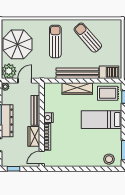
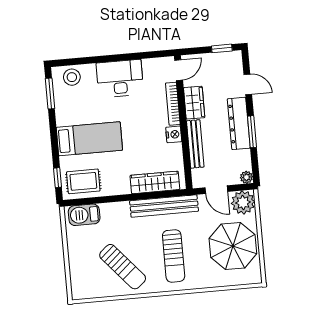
bench: (77, 73) -> (164, 206), moved
door: (25, 81) -> (216, 190), hinge flipped
wardrobe: (77, 89) -> (155, 182), moved
desk: (79, 156) -> (120, 79), added

